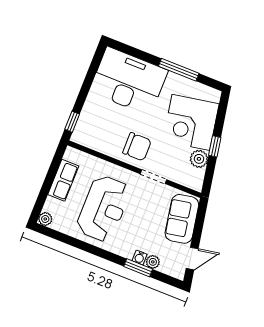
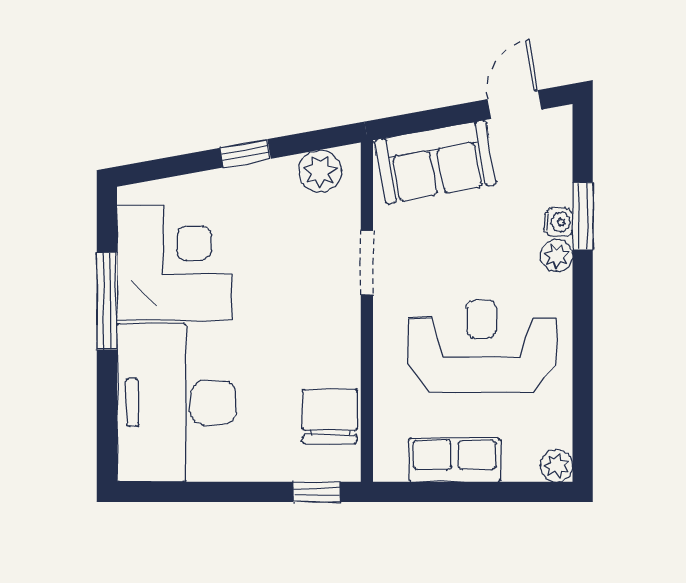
corner desk: (191, 122) -> (174, 263), moved, turned -80
chair: (137, 147) -> (330, 416), moved
plant: (199, 159) -> (320, 171), moved
door: (192, 258) -> (514, 104), hinge flipped
plant: (153, 262) -> (557, 256), moved

